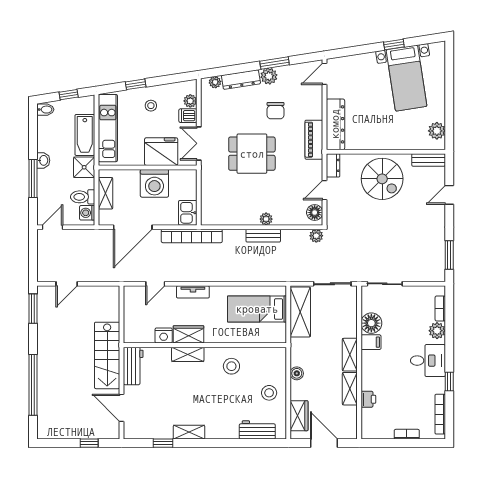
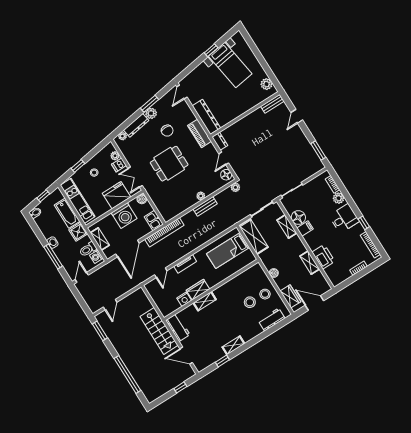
boiler: (190, 176) -> (142, 199), added
spiral stairs: (382, 179) -> (253, 131), removed
shelving: (350, 355) -> (287, 227), moved
stool: (231, 366) -> (250, 302), moved
printer: (368, 399) -> (323, 257), width x1.87, depth x1.48

